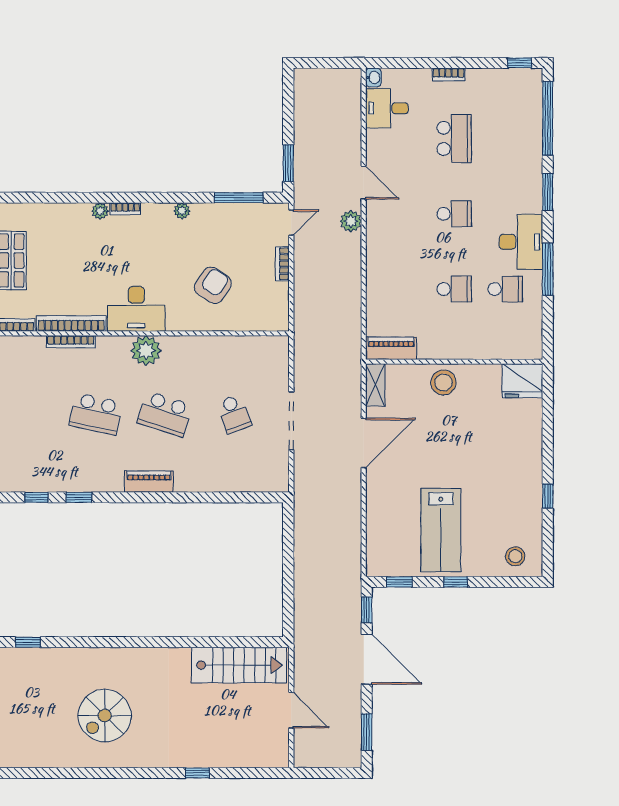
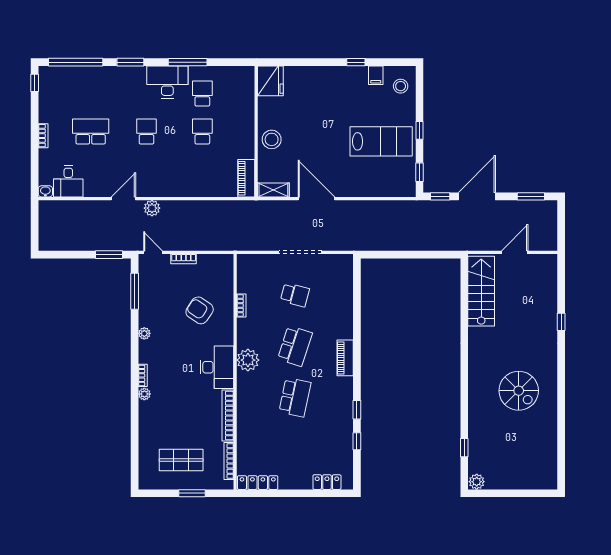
bookcase: (71, 342) -> (241, 305), moved, width x0.64
school desk: (234, 414) -> (295, 295), turned 36
filing cabinet: (530, 523) -> (376, 75), added

